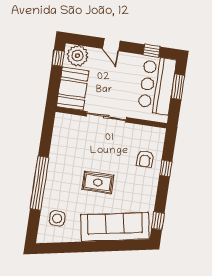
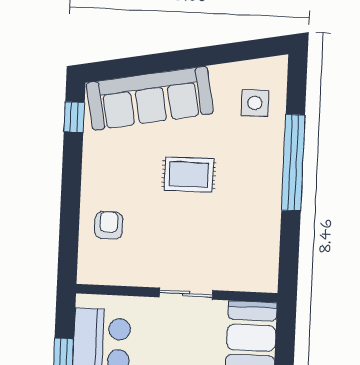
sliding door: (106, 117) -> (186, 294), width x0.73
window: (166, 168) -> (70, 212), removed

